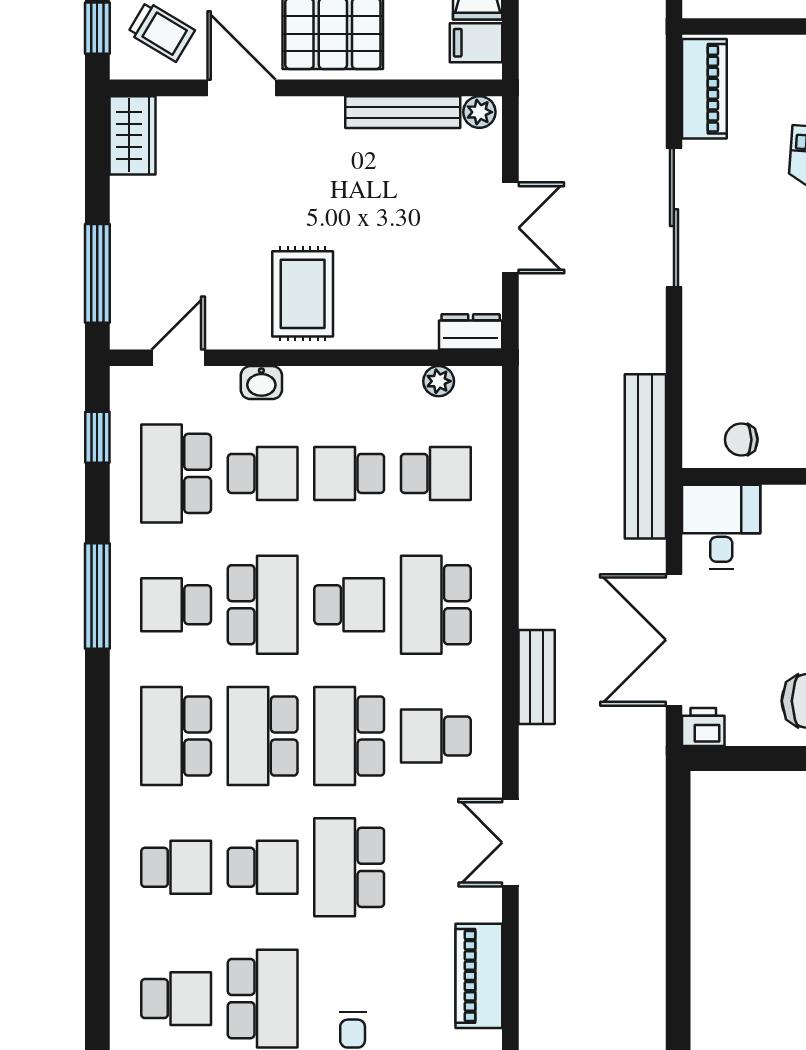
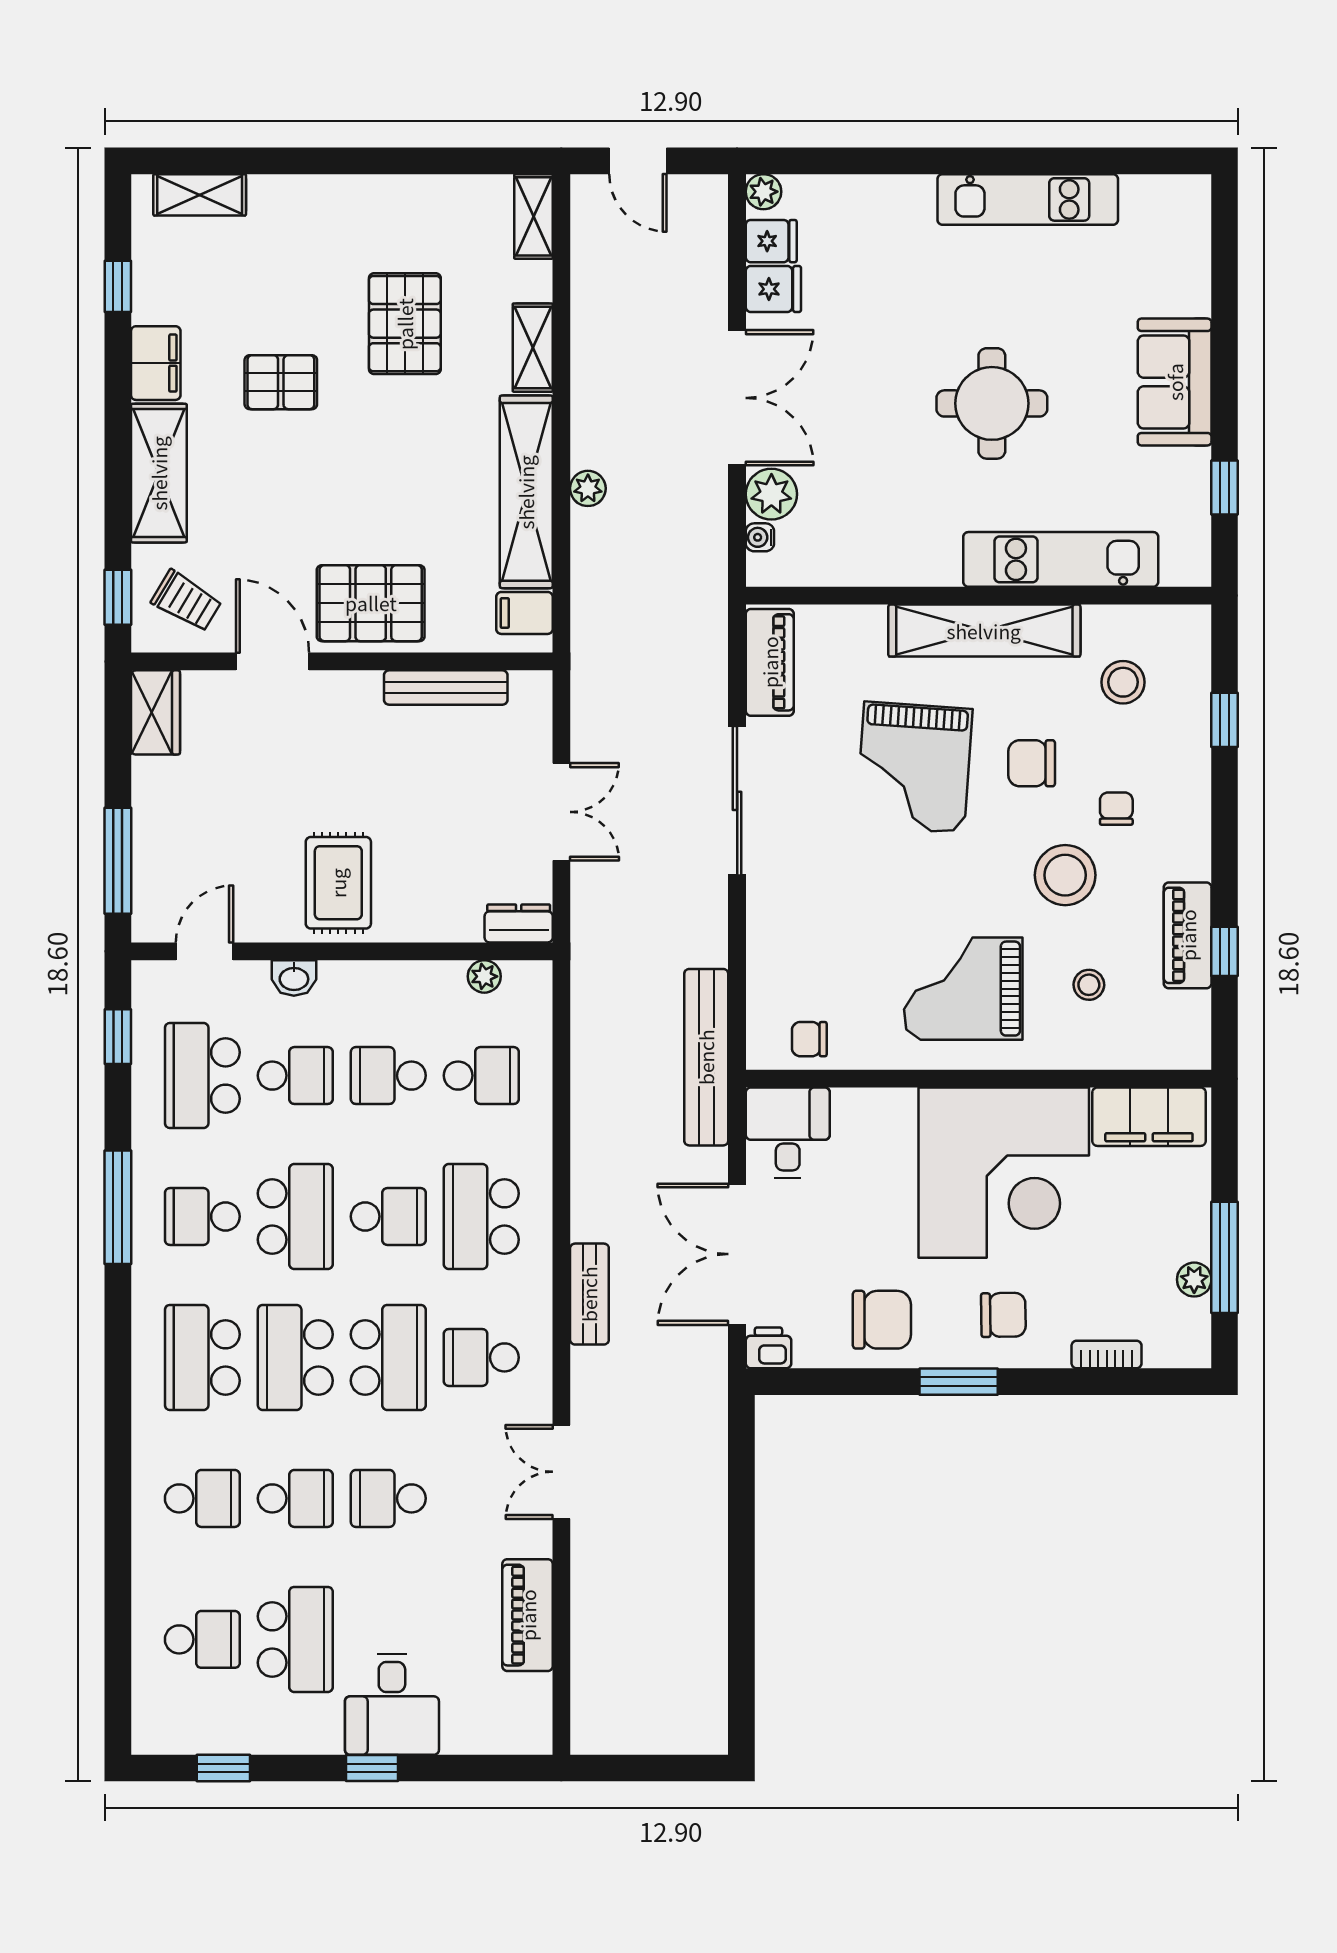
plant: (479, 112) -> (528, 687), removed
school desk: (349, 736) -> (388, 1357), turned 180
school desk: (349, 867) -> (388, 1498), width x0.54

